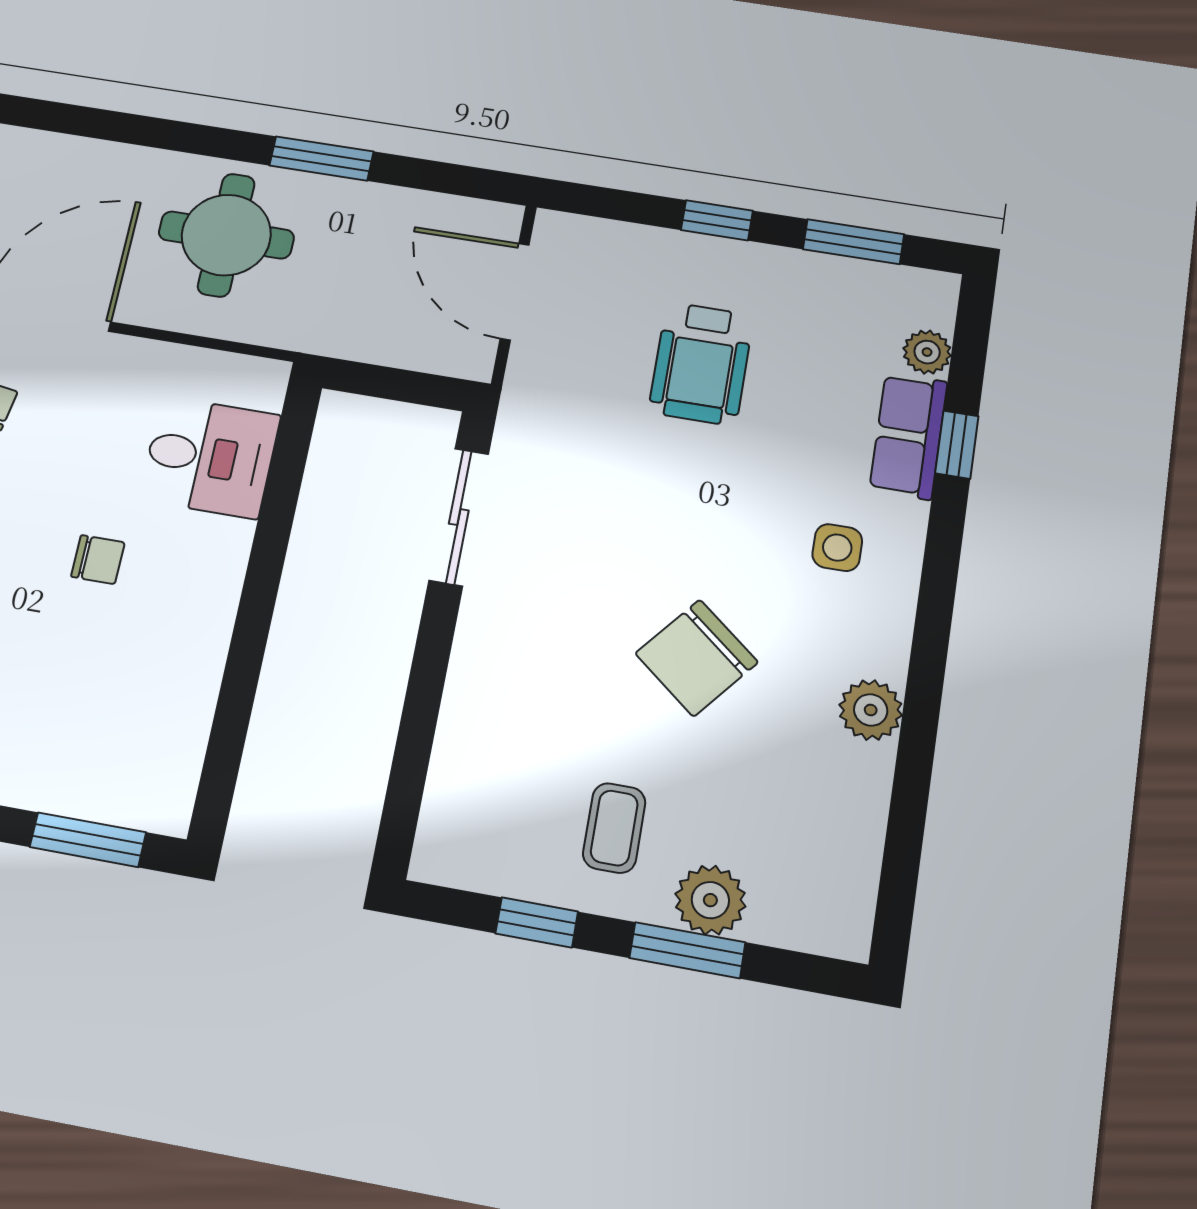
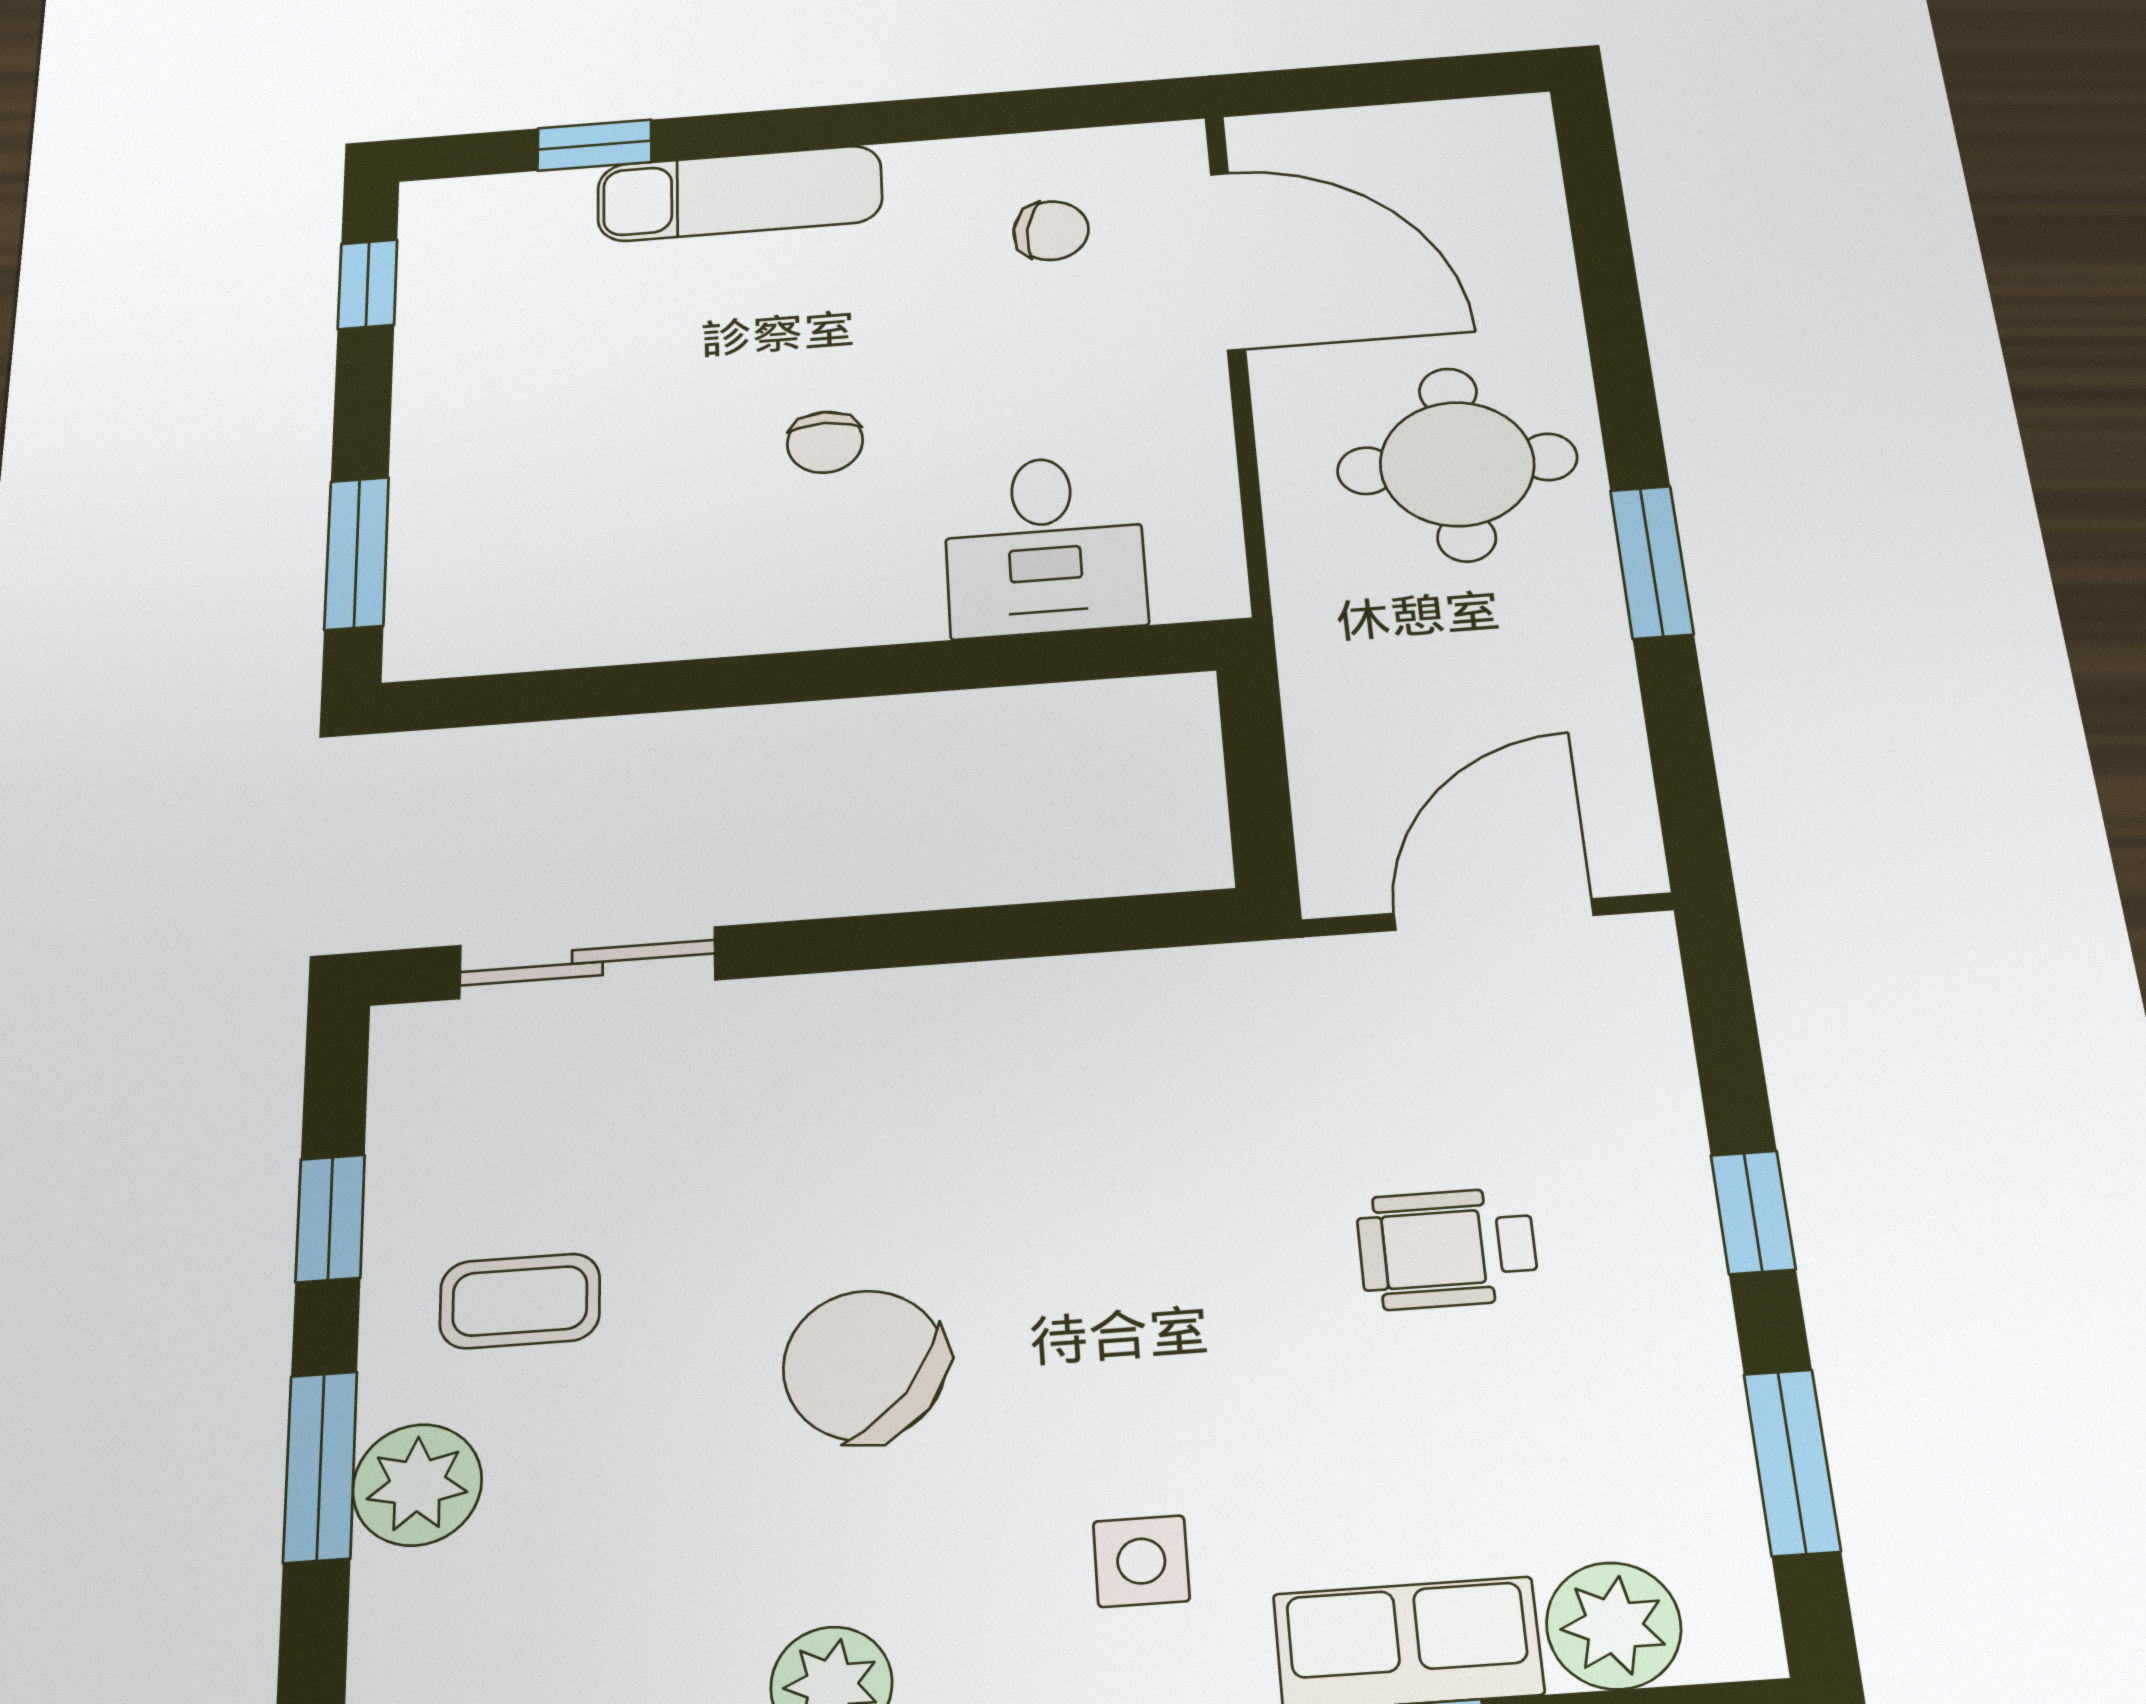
plant: (927, 352) -> (1614, 1626), width x1.38, depth x1.38
wheelchair: (701, 364) -> (1447, 1249), width x0.73, depth x0.73
sliding door: (459, 517) -> (587, 963), moved

